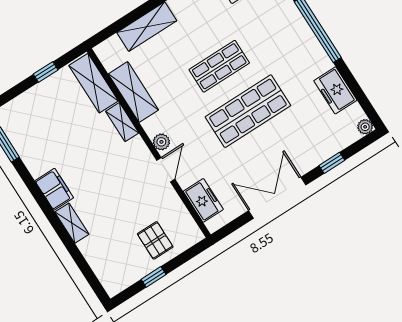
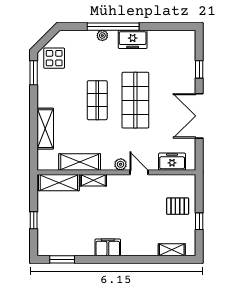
window: (46, 72) -> (34, 220), moved
freezer: (335, 90) -> (133, 39), moved
plant: (365, 127) -> (102, 35), moved
shelving: (72, 223) -> (172, 250), moved

